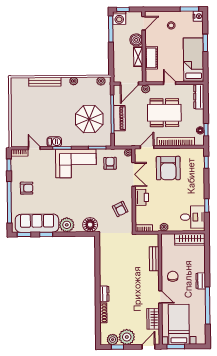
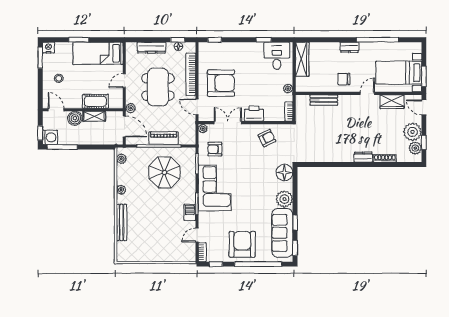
dresser: (199, 97) -> (151, 48), moved
armchair: (27, 188) -> (242, 244), width x1.88, depth x1.88

